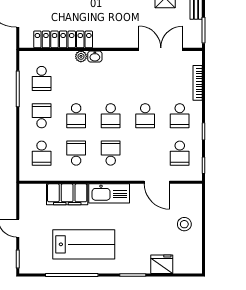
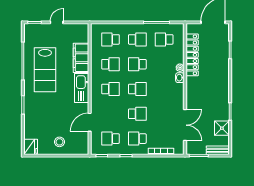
school desk: (111, 116) -> (137, 89), turned 180
school desk: (145, 116) -> (137, 114), turned 180
fridge: (162, 264) -> (31, 147), moved

